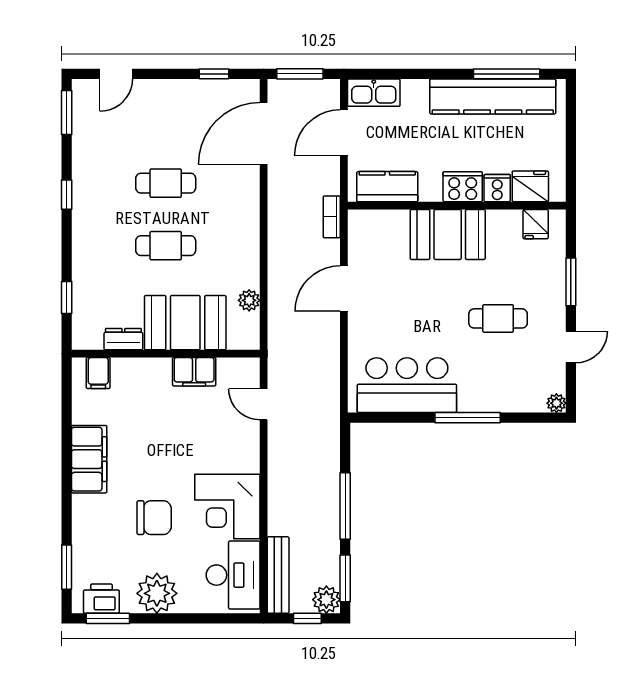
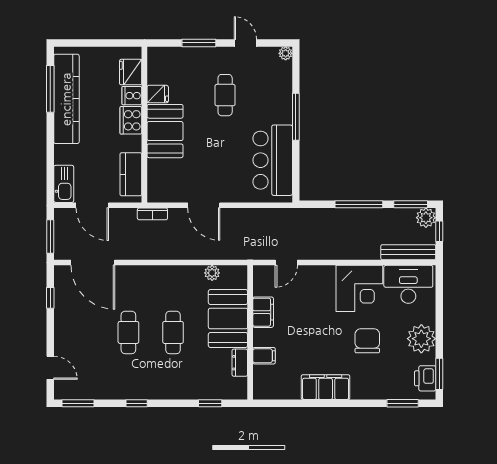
fridge: (536, 224) -> (158, 94), moved
filing cabinet: (98, 373) -> (264, 356), moved

